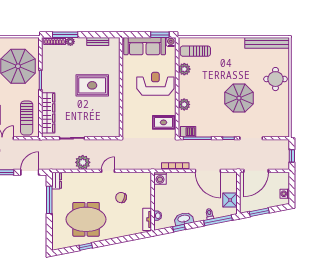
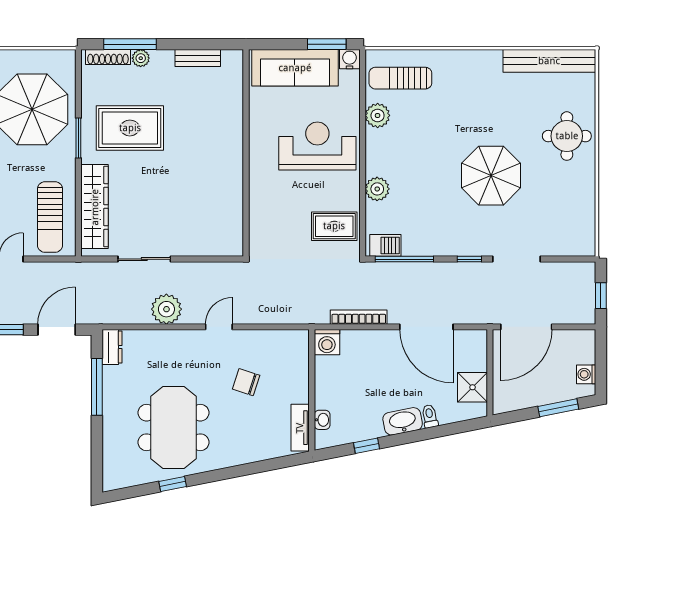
rug: (92, 85) -> (130, 128), moved
window: (259, 212) -> (558, 408), moved
meeting table: (86, 219) -> (173, 427), turned 90
washbasin: (184, 219) -> (403, 421), moved
window: (218, 220) -> (447, 430), removed

